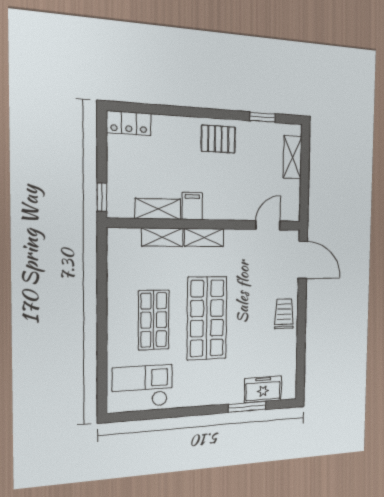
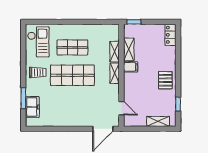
trolley: (284, 314) -> (38, 72), moved

